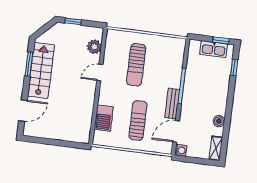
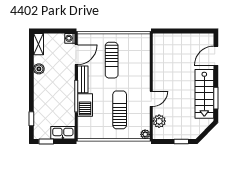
plant: (112, 34) -> (145, 134), added
kitchen sink: (214, 49) -> (63, 133), moved
barbecue: (104, 118) -> (85, 105), moved, turned 180

